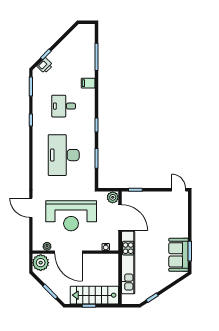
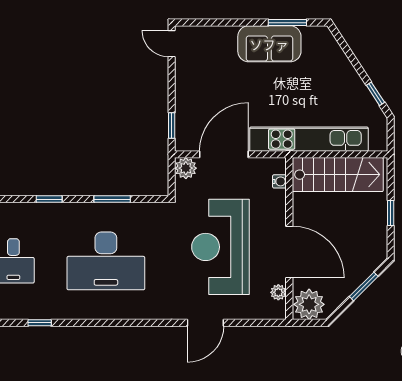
door: (179, 190) -> (172, 44), hinge flipped
reception desk: (71, 216) -> (220, 247), turned 180
door: (68, 252) -> (289, 252), hinge flipped
sofa: (179, 255) -> (269, 44), moved
stairs: (94, 295) -> (338, 175), moved, turned -90

